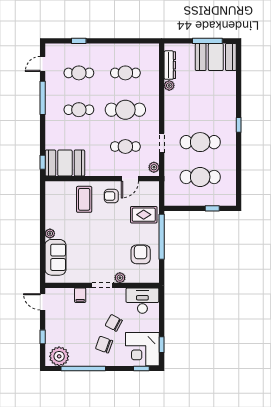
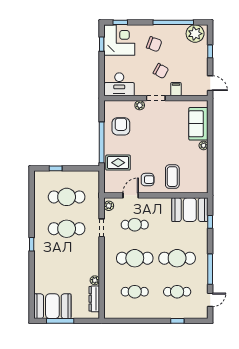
cafe table: (79, 110) -> (177, 258), width x1.37, depth x1.35
window: (43, 162) -> (210, 222), moved
armchair: (141, 254) -> (121, 126), turned 180
chair: (114, 323) -> (161, 71), moved

